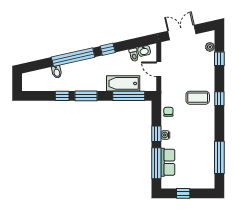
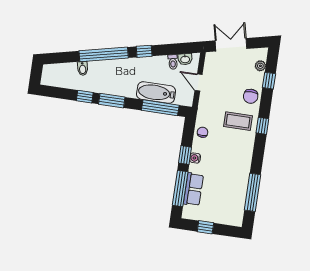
chair: (205, 75) -> (251, 96), added

